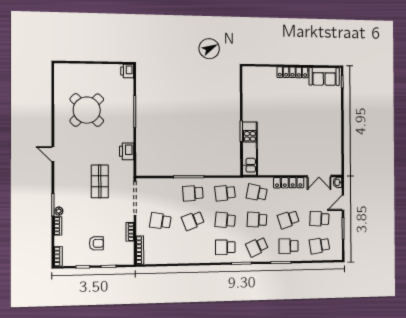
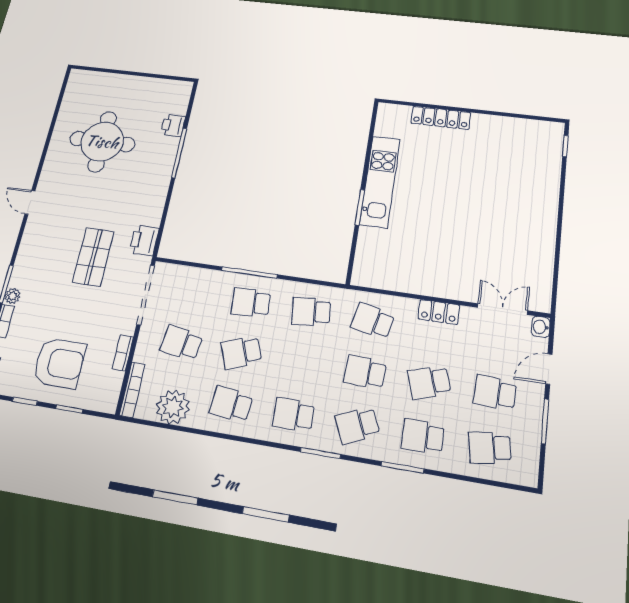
printer: (127, 71) -> (173, 125), moved
locker: (292, 72) -> (441, 118), moved
sofa: (324, 76) -> (530, 134), removed
round table: (87, 110) -> (102, 142), turned 45
kitchen unit: (250, 149) -> (380, 181), moved
printer: (127, 151) -> (144, 240), moved
double door: (319, 176) -> (502, 309), swing flipped
locker: (289, 183) -> (439, 312), width x0.66
school desk: (225, 220) -> (231, 404), moved
armchair: (96, 243) -> (59, 363), width x1.88, depth x1.88
plant: (163, 255) -> (173, 407), added

